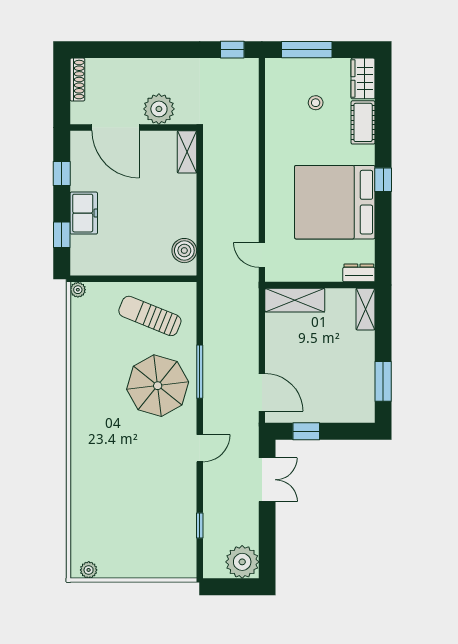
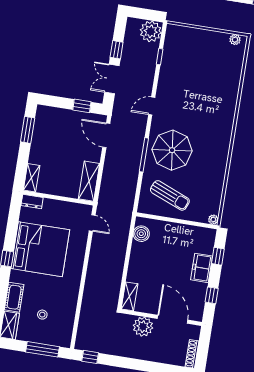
shelving: (295, 300) -> (89, 181), moved, turned 90
window: (267, 525) -> (117, 50), added
plant: (242, 562) -> (151, 31), moved

